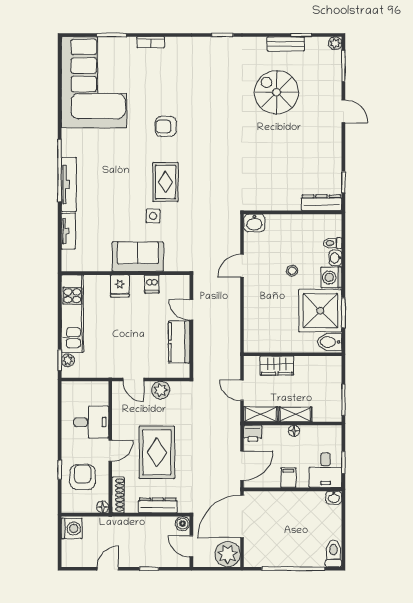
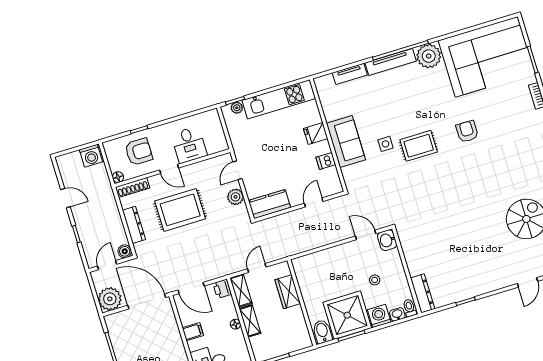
plant: (75, 143) -> (429, 56), added
dresser: (321, 203) -> (423, 293), moved
wall: (293, 212) -> (407, 271), moved
washbasin: (254, 223) -> (387, 240), moved
kitchen counter: (179, 342) -> (270, 204), moved

